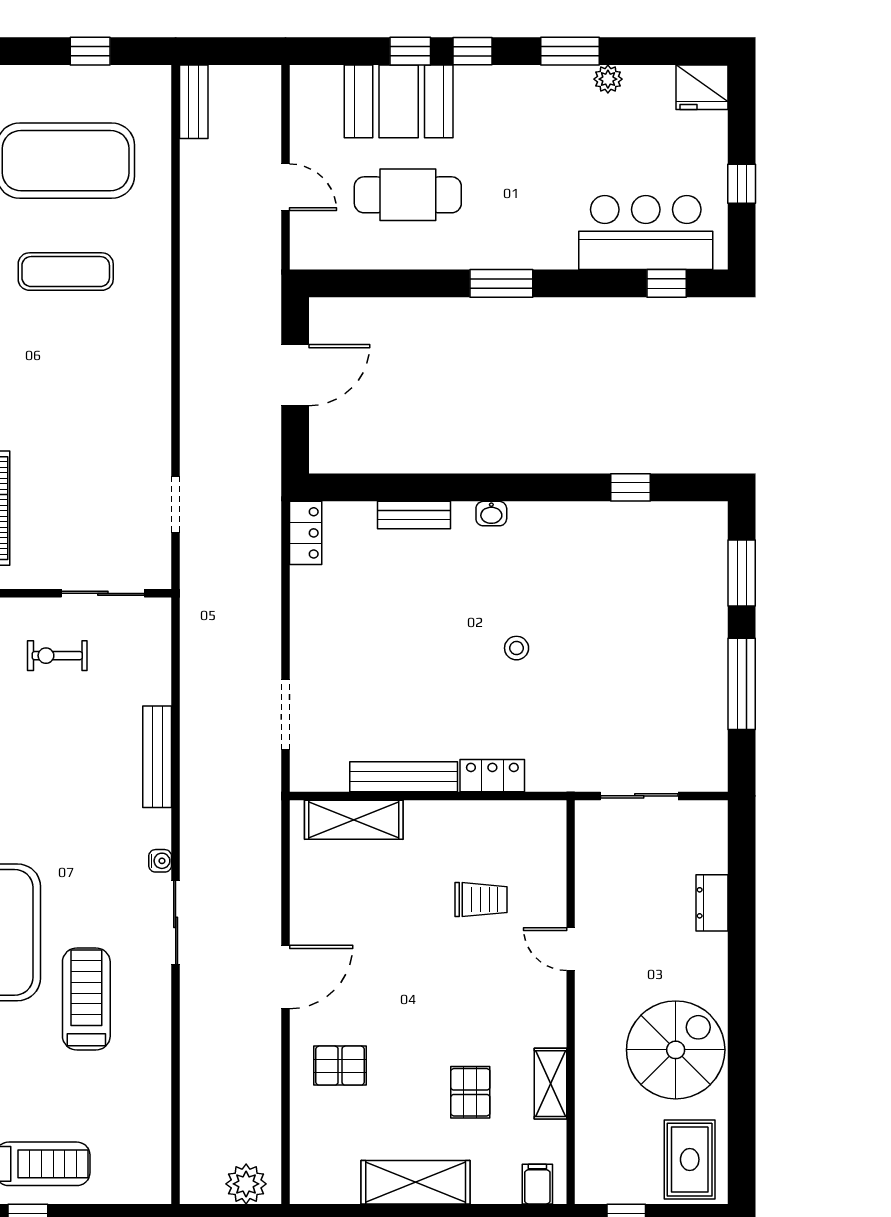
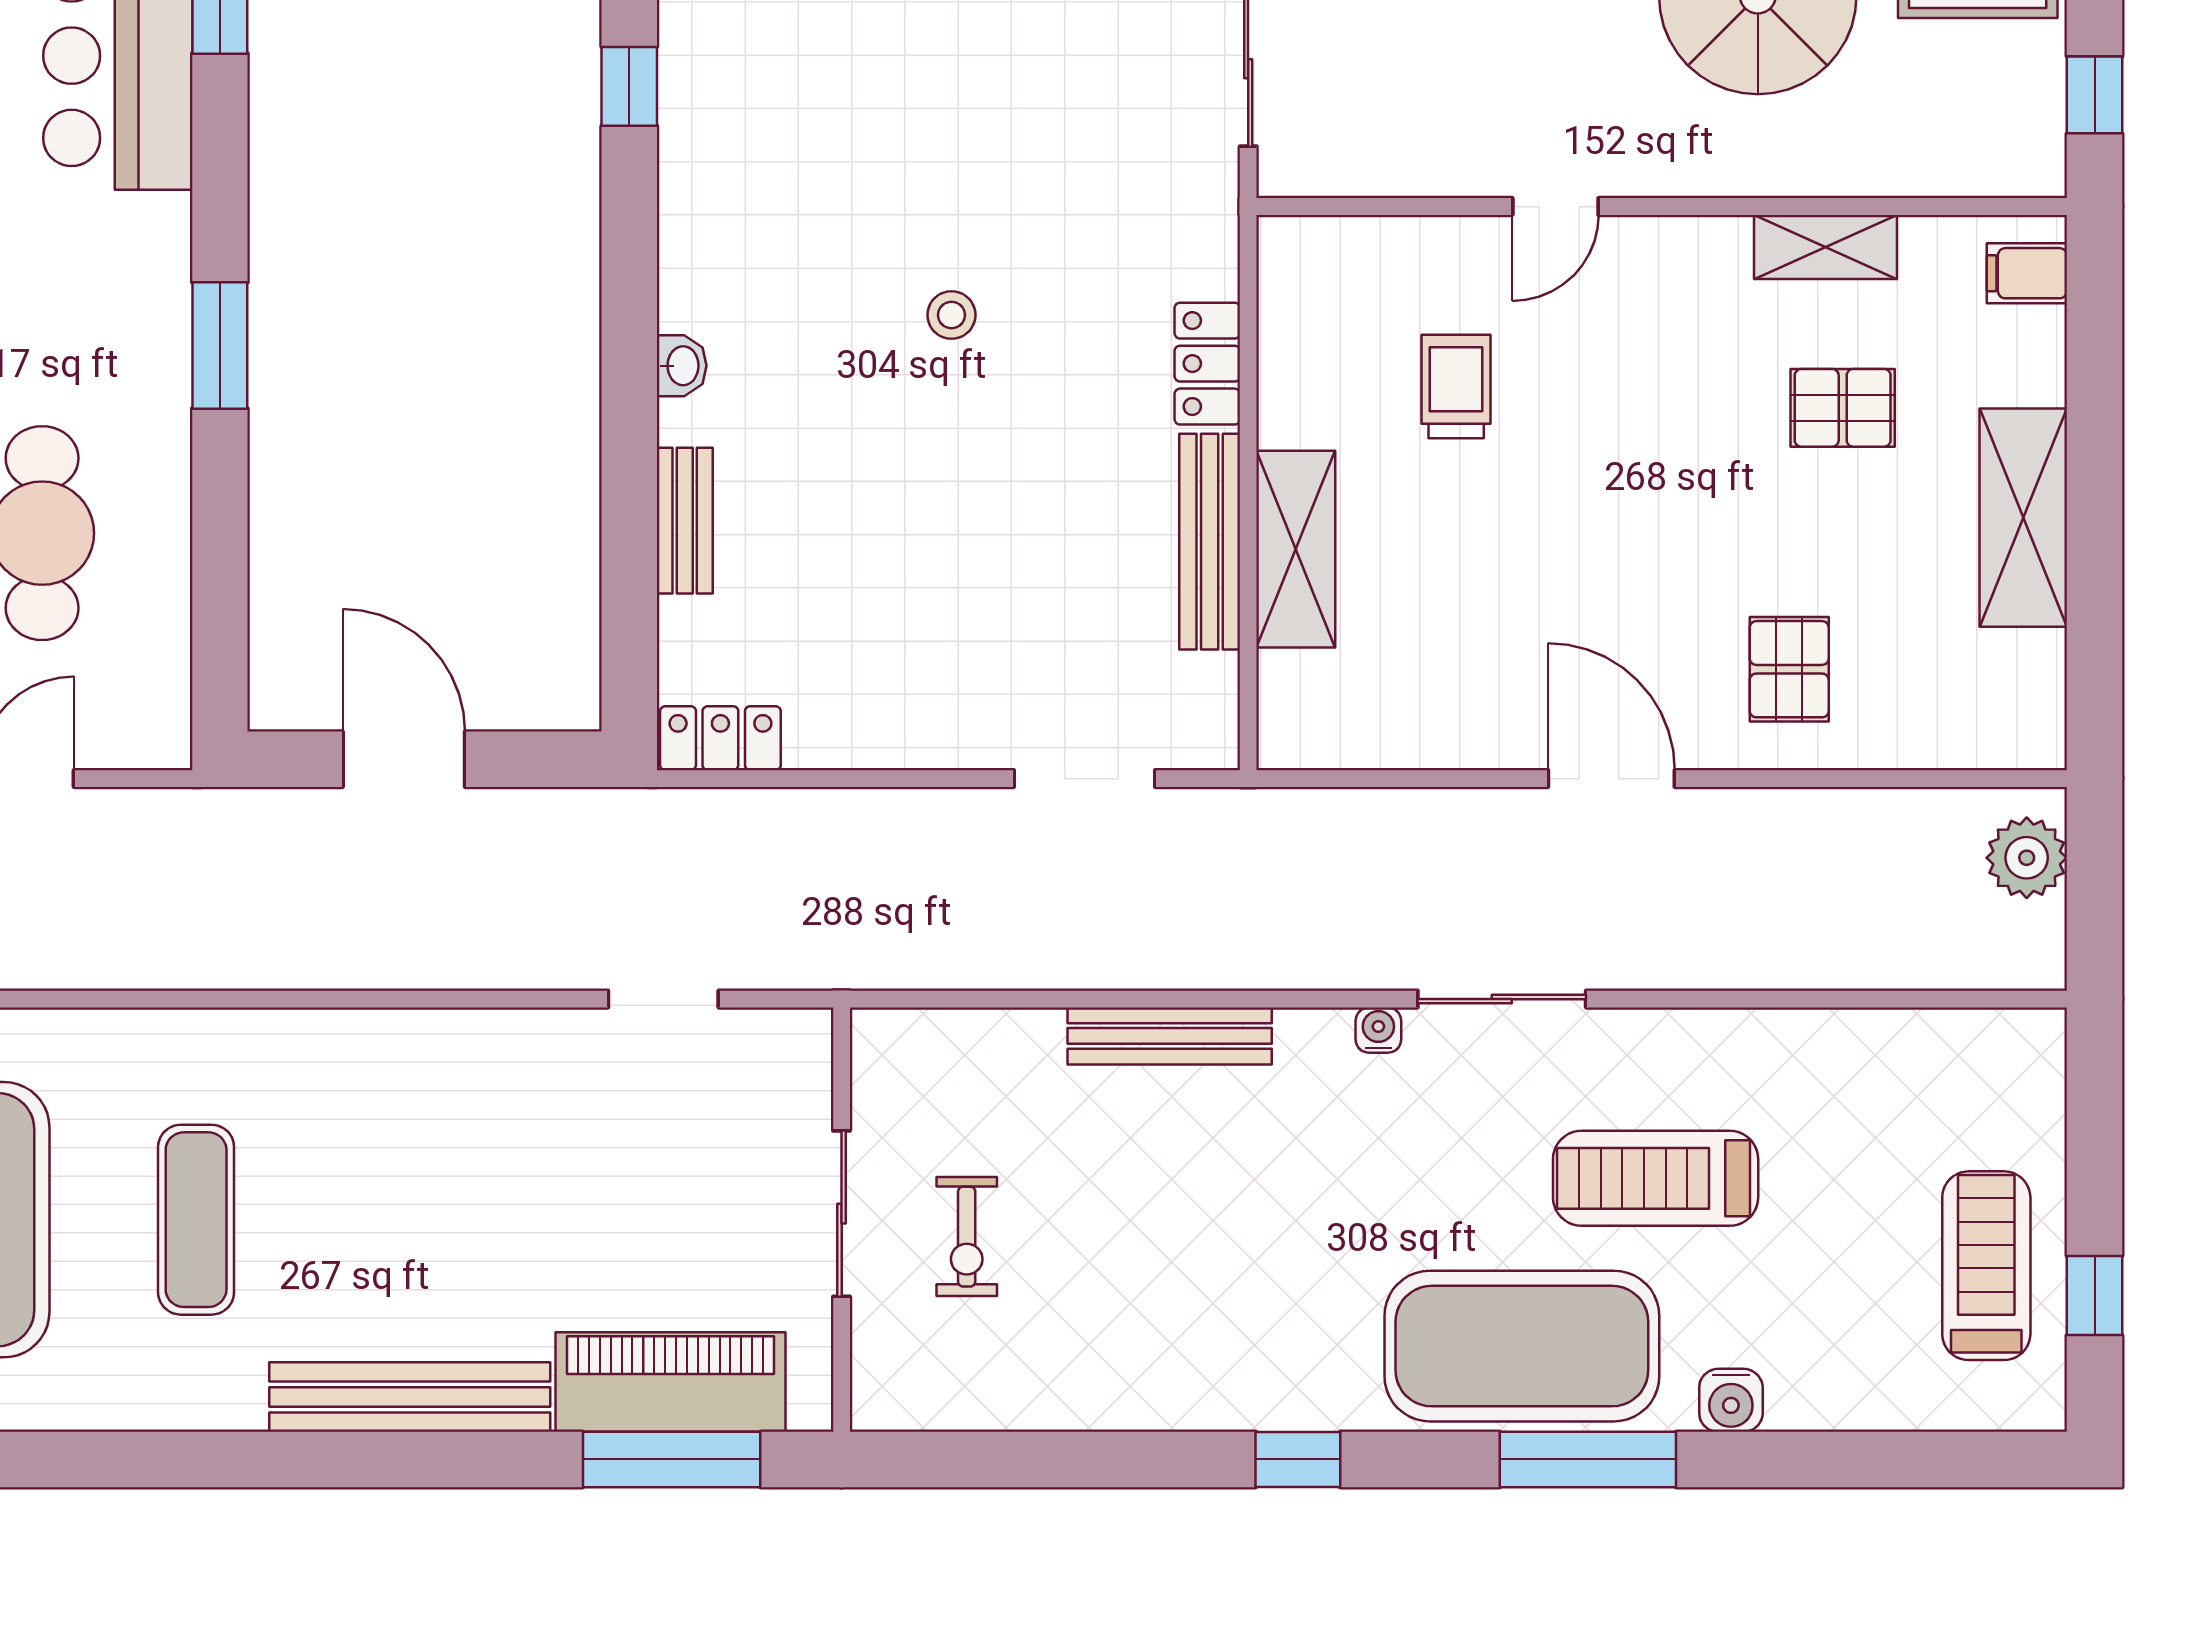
sliding door: (103, 593) -> (842, 1214), moved
shelving: (354, 820) -> (1296, 549), moved

